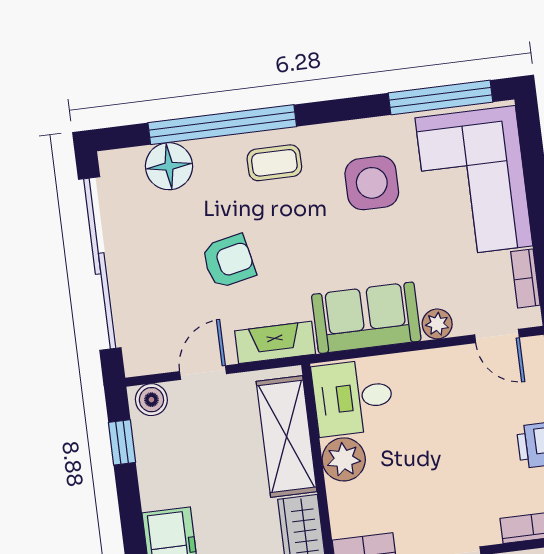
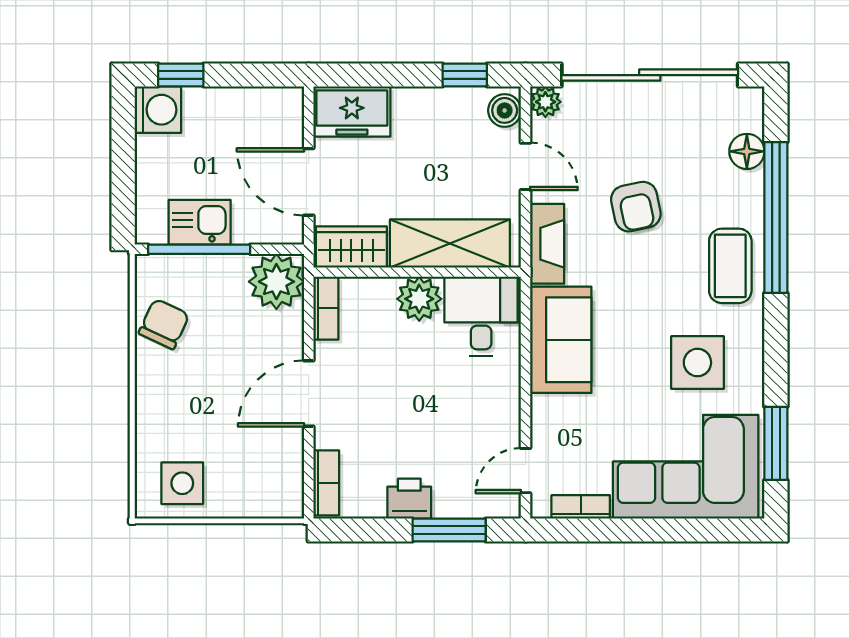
window: (441, 97) -> (776, 443), width x0.69
coffee table: (274, 163) -> (730, 266), width x1.36, depth x1.30
floor lamp: (169, 166) -> (747, 151), width x0.73, depth x0.73
plant: (437, 324) -> (545, 102), moved

